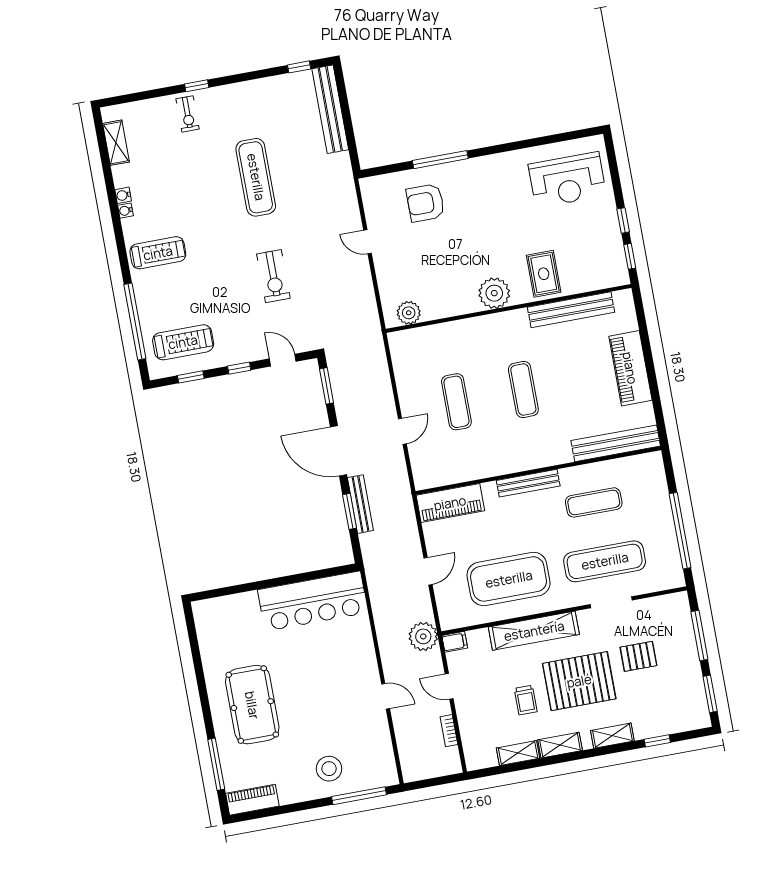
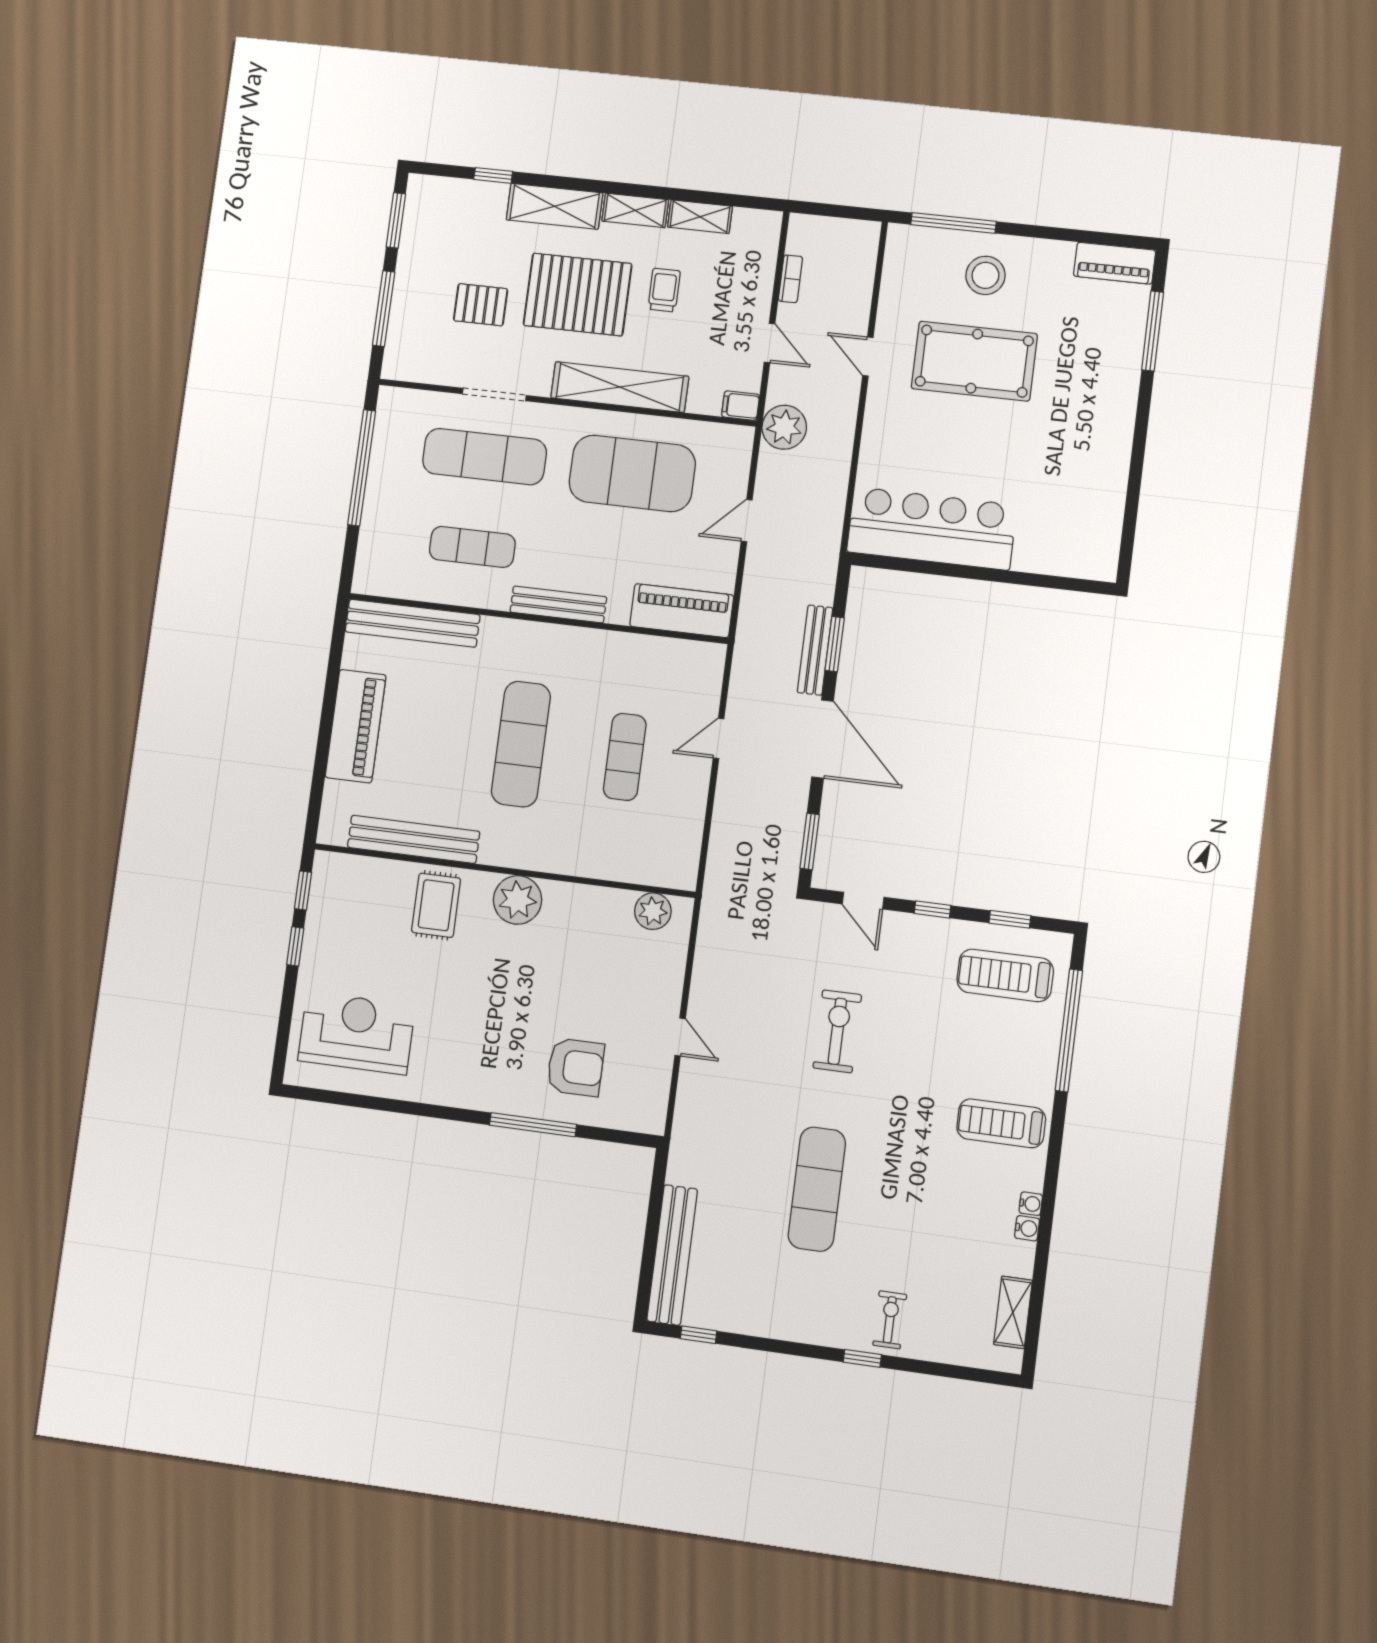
exercise mat: (523, 389) -> (521, 744), width x1.36, depth x1.45
pool table: (252, 705) -> (974, 361), moved, turned 90
shelving: (612, 736) -> (555, 206), width x1.50, depth x1.33

